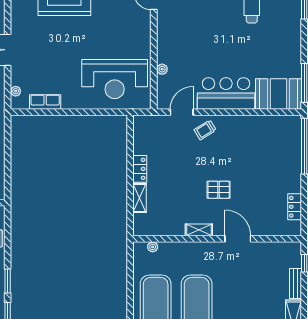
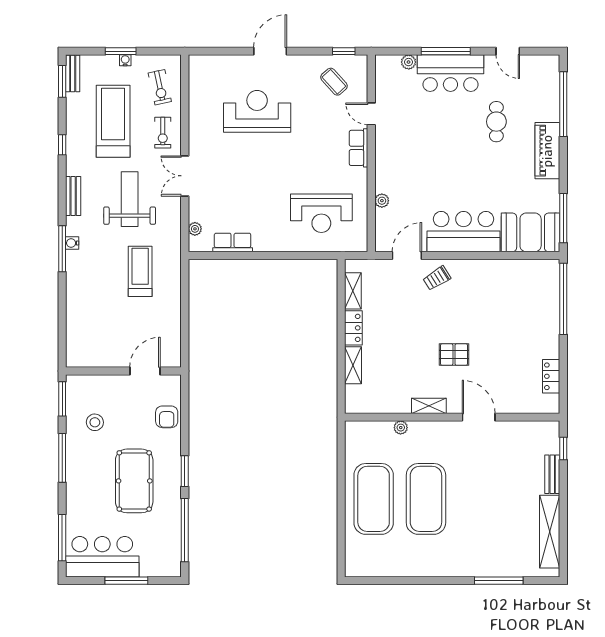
row of seats: (144, 28) -> (359, 148), added
piano: (292, 30) -> (547, 151), added
reception desk: (115, 79) -> (321, 213), width x0.74, depth x0.77
shelving: (139, 140) -> (353, 291), added
plant: (153, 247) -> (401, 428), moved

